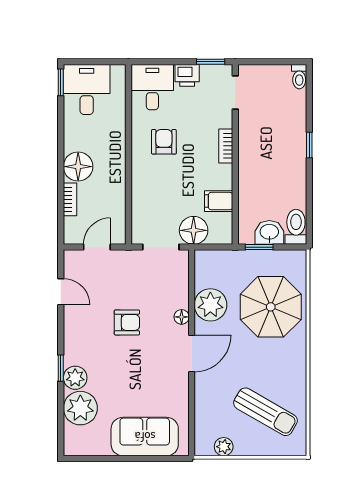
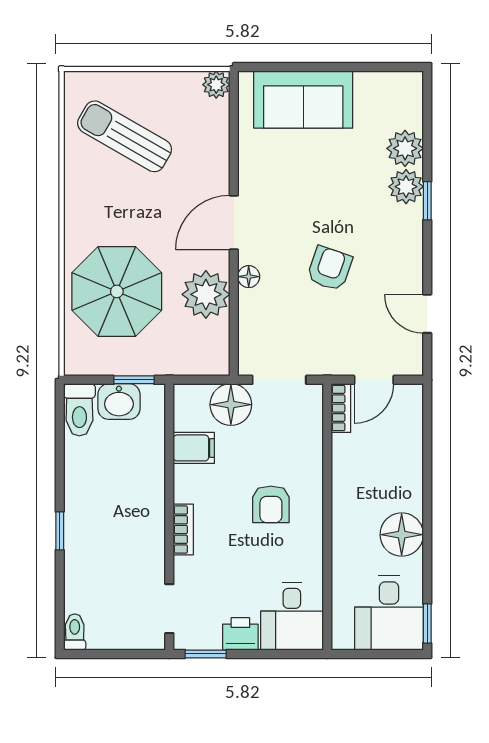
armchair: (164, 142) -> (271, 504), moved
floor lamp: (78, 167) -> (402, 535), moved
bookcase: (70, 199) -> (341, 408), moved, turned 180
armchair: (127, 322) -> (330, 268), turned 109
plant: (80, 408) -> (405, 148), width x0.73, depth x0.73
plant: (224, 447) -> (216, 85), moved

